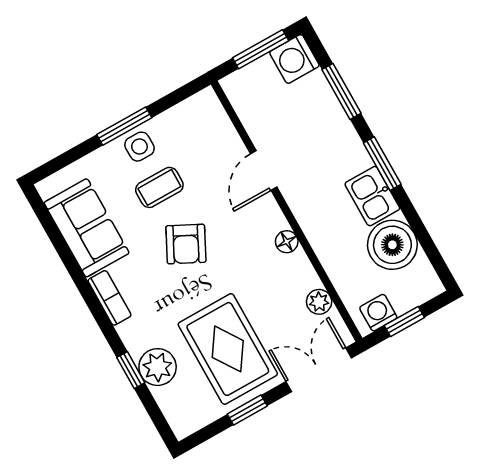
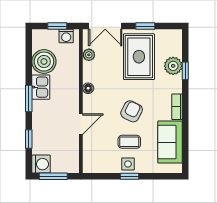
window: (341, 91) -> (29, 139), width x0.67
window: (124, 126) -> (130, 176), width x0.67

